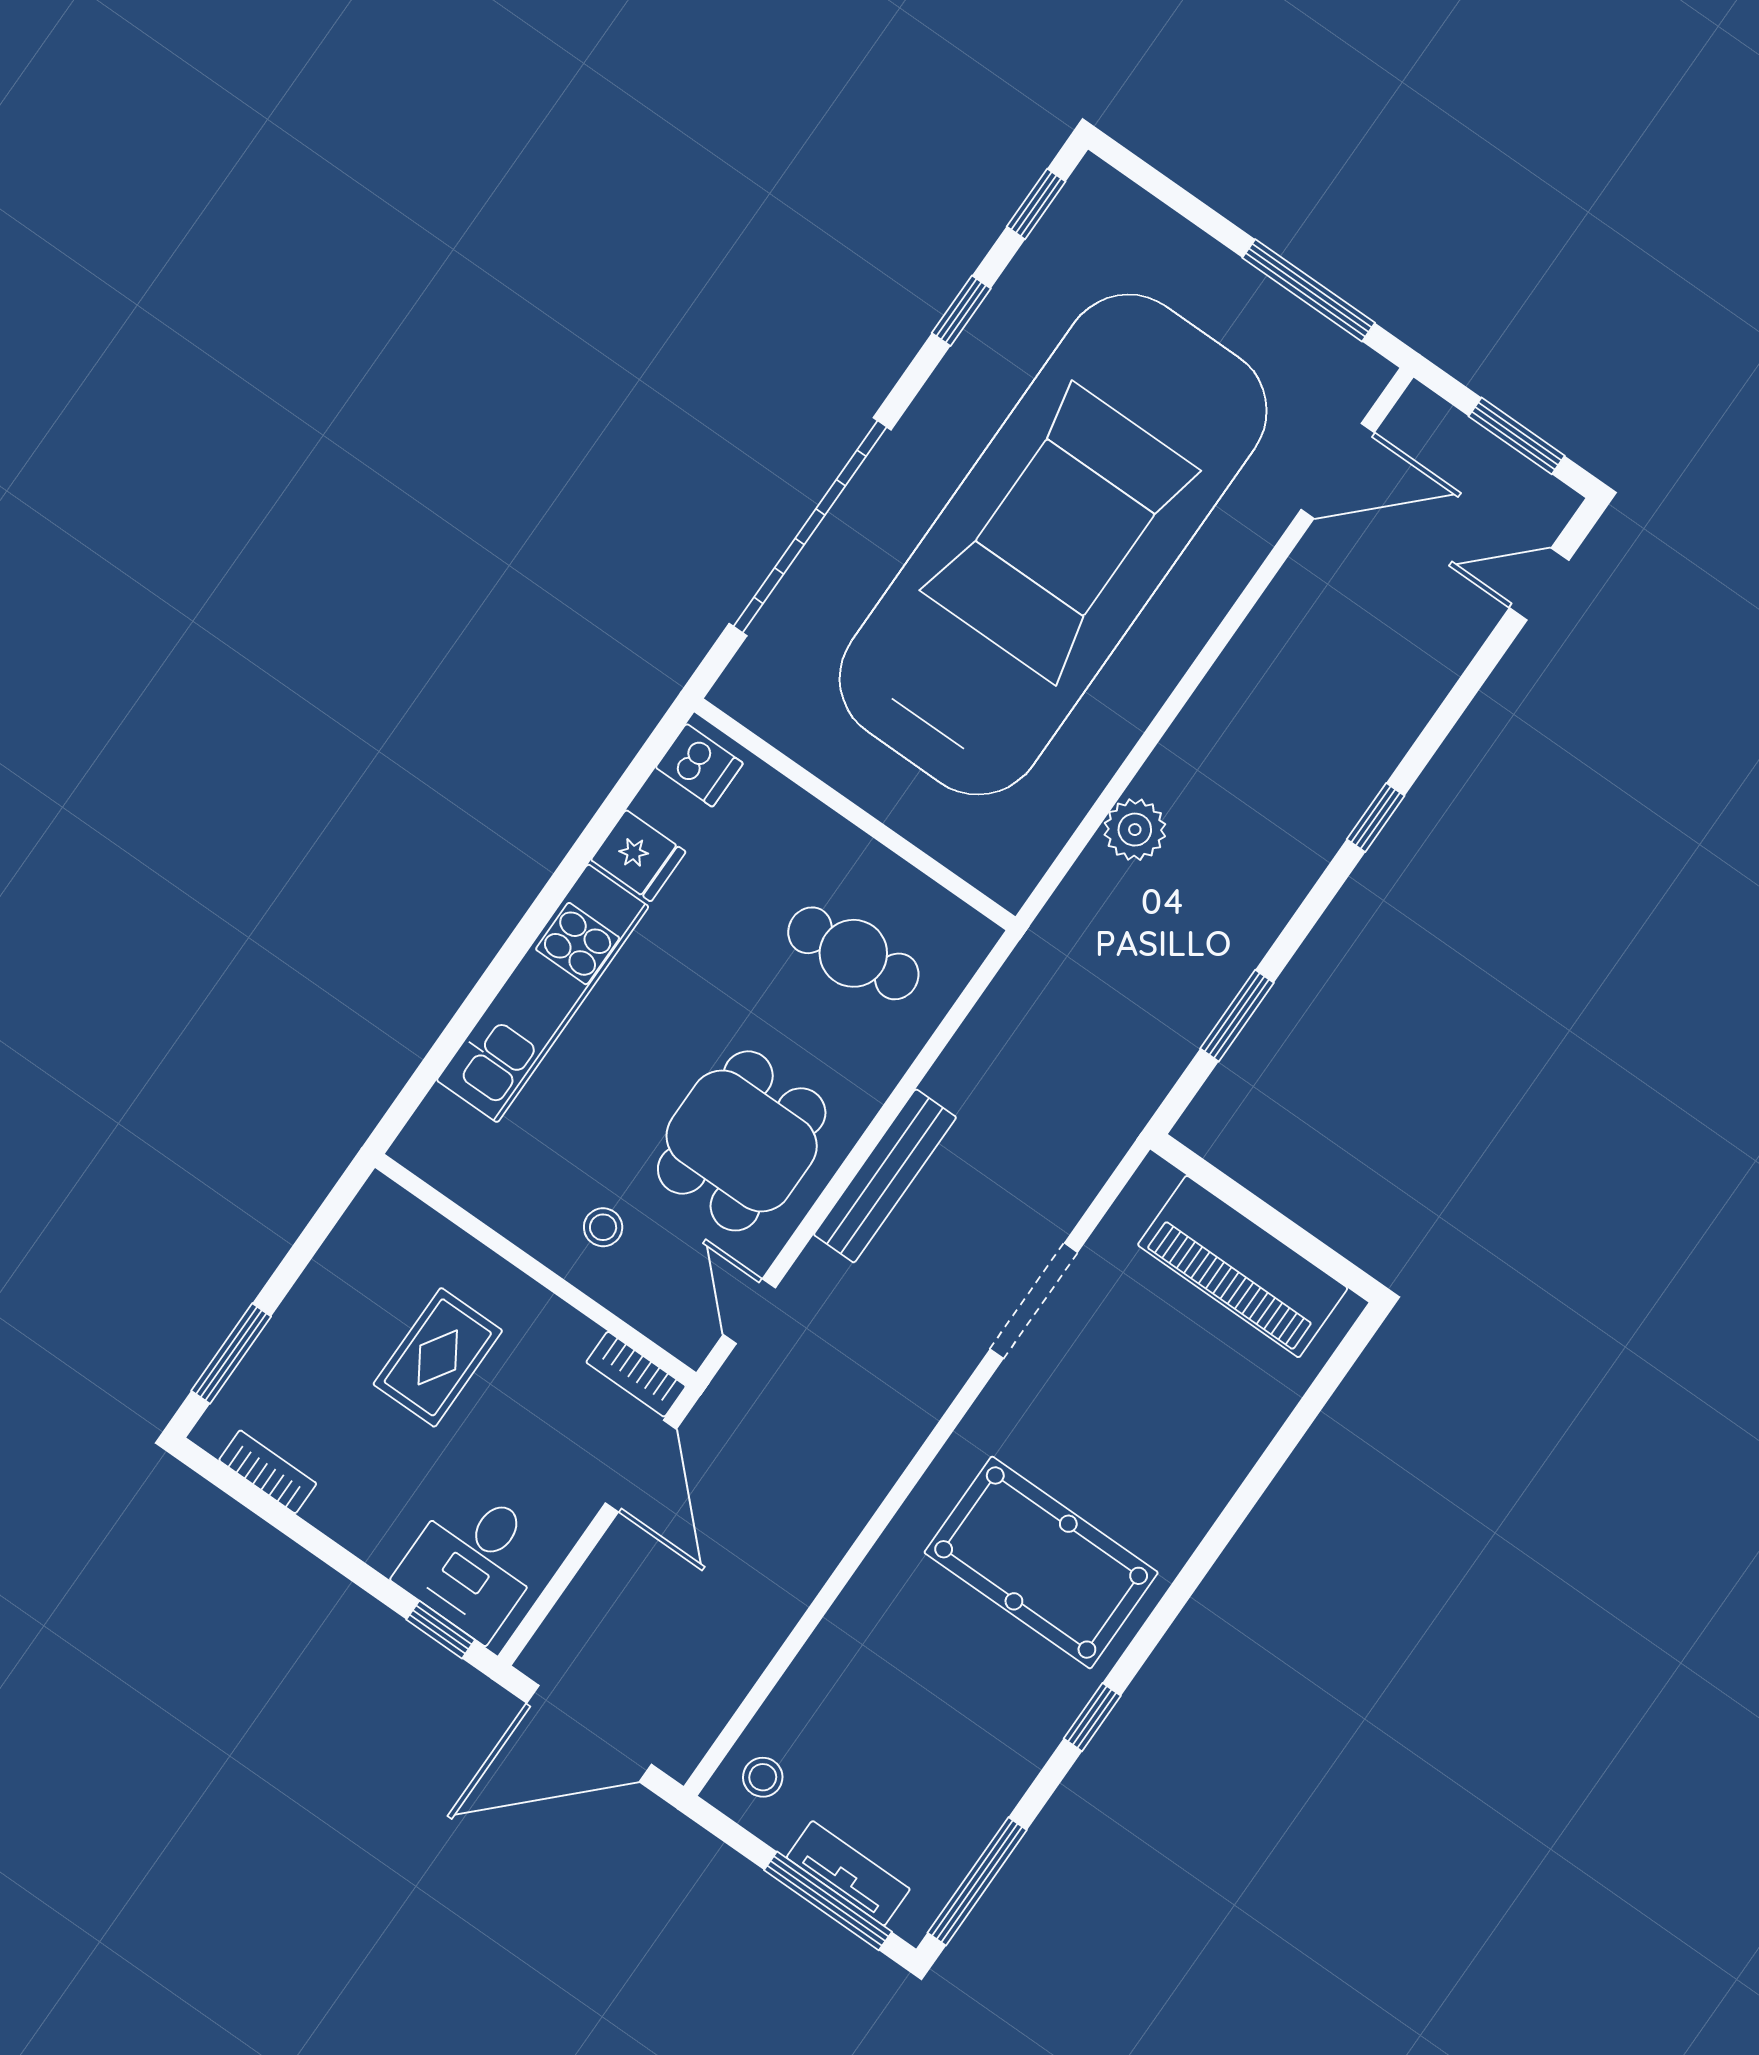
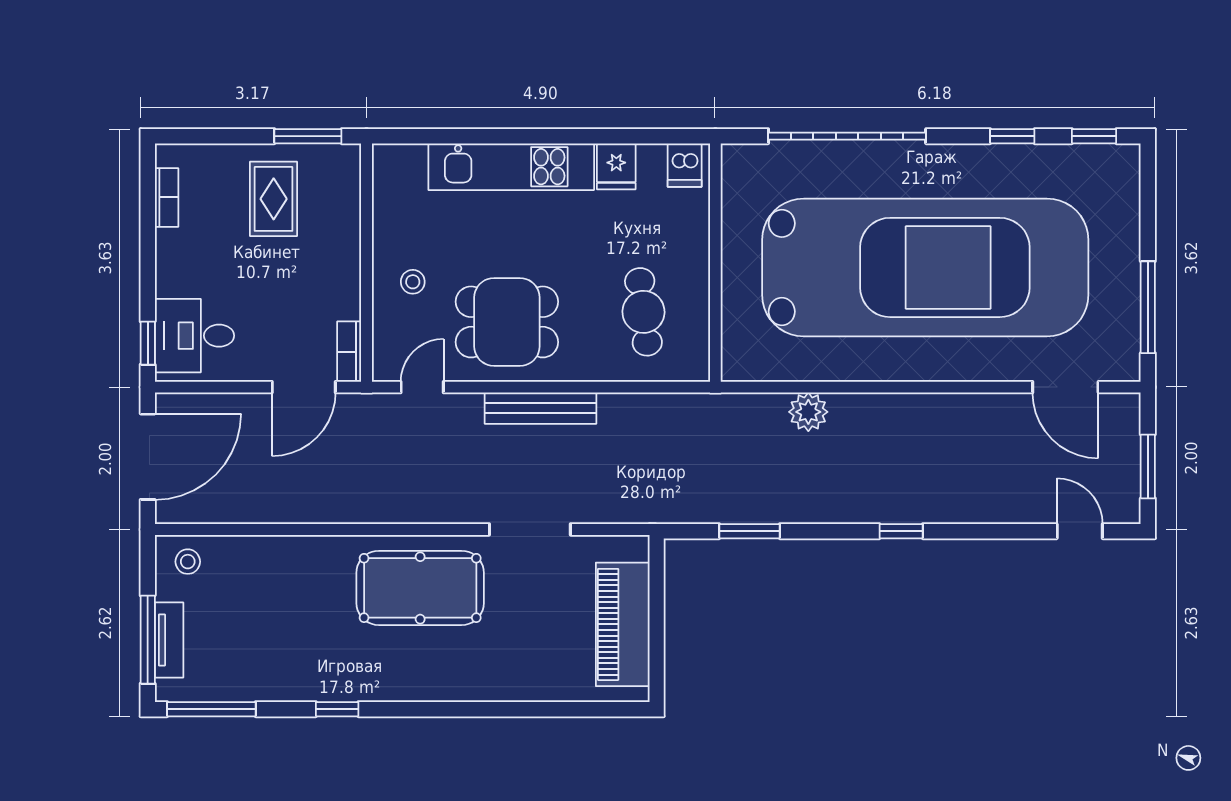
window: (231, 1354) -> (308, 136), moved
rug: (438, 1357) -> (274, 199), moved, turned 90
pool table: (1041, 1563) -> (420, 588), moved, turned 90
door: (589, 1734) -> (148, 457), swing flipped

